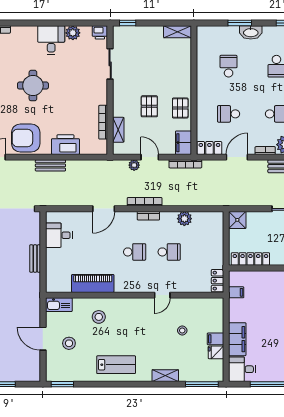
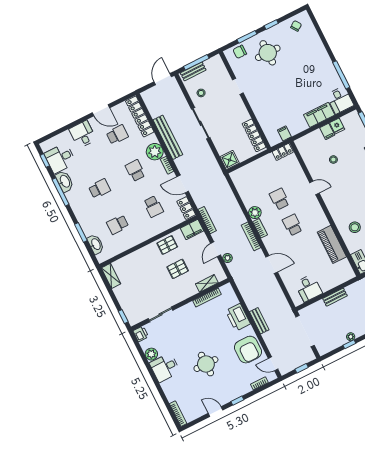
washbasin: (251, 32) -> (96, 244), moved
plant: (184, 219) -> (255, 213), moved

